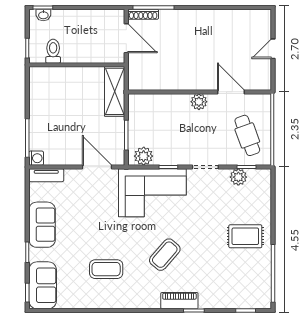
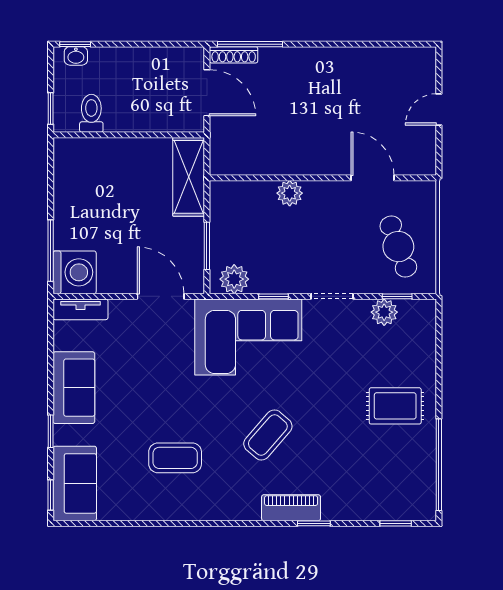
plant: (199, 102) -> (290, 193), moved
washing machine: (36, 158) -> (75, 272), width x1.89, depth x1.89

